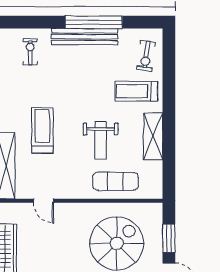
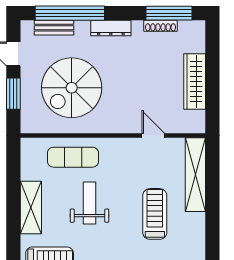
treadmill: (42, 130) -> (155, 214), turned 180

